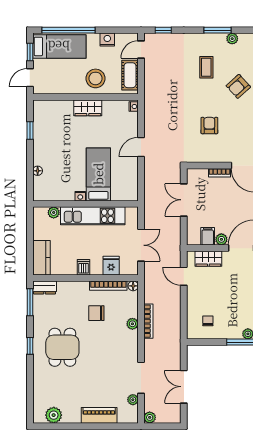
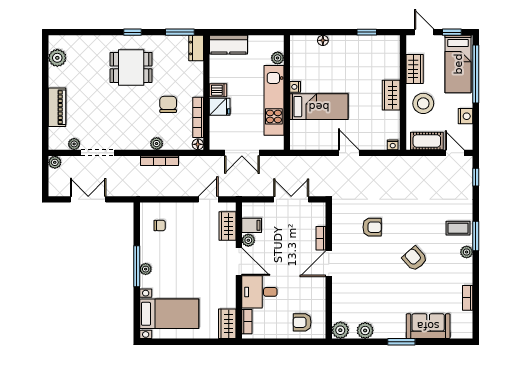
coffee table: (206, 67) -> (458, 228), moved
wardrobe: (64, 86) -> (415, 69), added
fridge: (111, 266) -> (220, 107), moved

